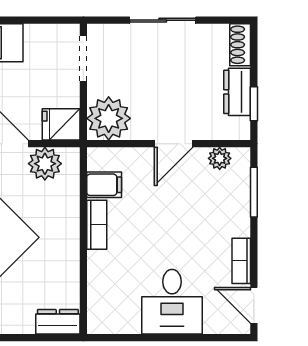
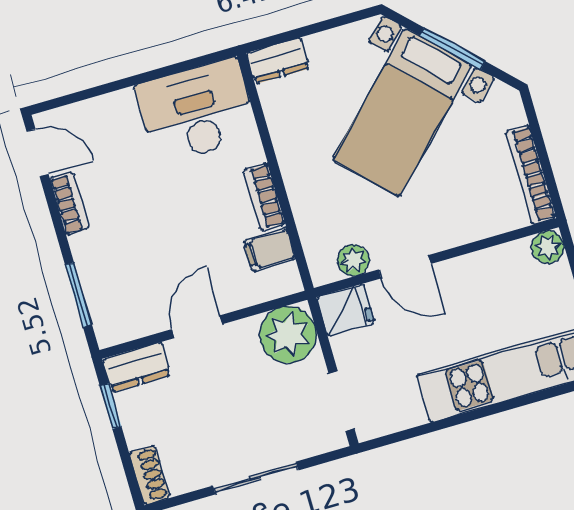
dresser: (237, 92) -> (136, 367), moved, turned 90
plant: (220, 158) -> (134, 325), removed
plant: (45, 164) -> (353, 260), width x0.73, depth x0.73
desk: (172, 302) -> (197, 111), moved, width x1.37

